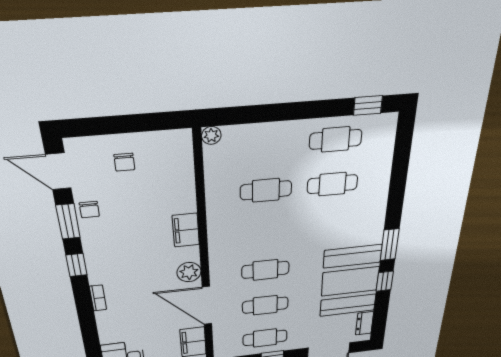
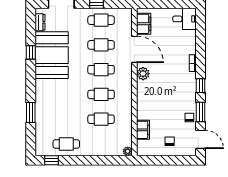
cafe table: (332, 184) -> (101, 94), moved
filing cabinet: (186, 230) -> (143, 130), moved
window: (390, 245) -> (31, 113), moved

